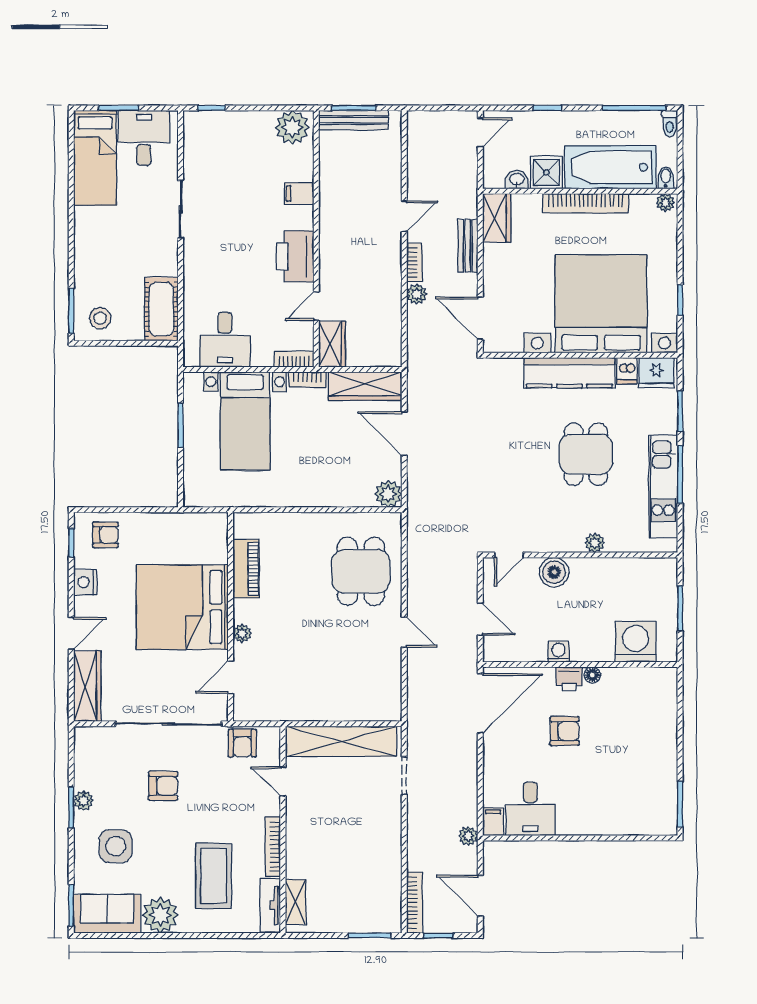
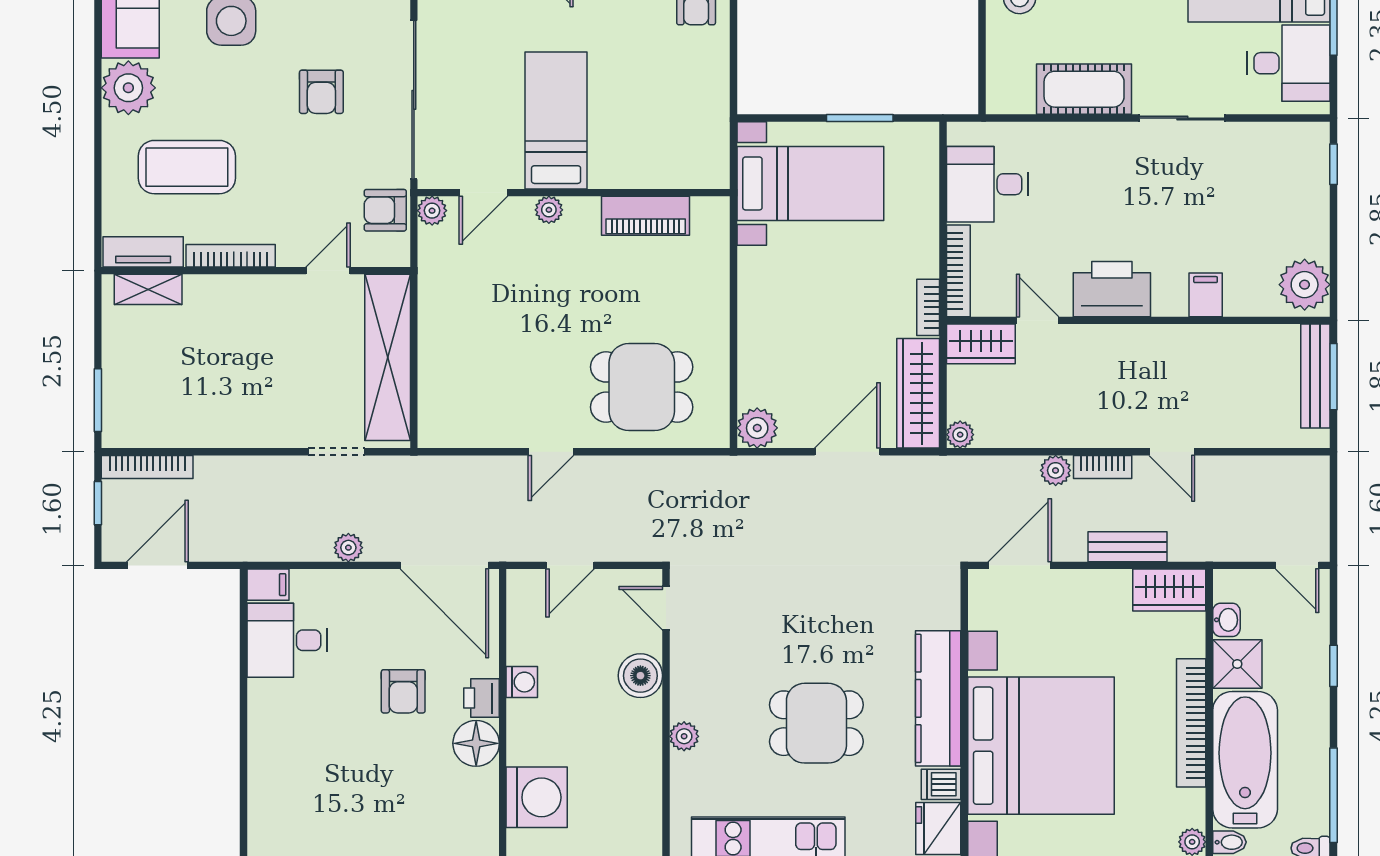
cot: (161, 309) -> (1084, 89), moved
plant: (393, 358) -> (960, 435), added
bookcase: (294, 359) -> (958, 271), width x1.56
bed with nightstands: (245, 421) -> (810, 183), moved, turned 180
bed: (182, 607) -> (556, 120), width x0.49
floor lamp: (592, 675) -> (476, 743), width x1.89, depth x1.89
door: (231, 677) -> (483, 193), swing flipped
plant: (243, 712) -> (432, 211), added
plant: (468, 836) -> (348, 548), moved

